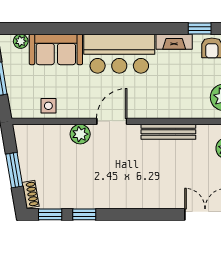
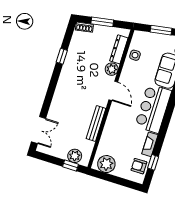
dresser: (47, 133) -> (119, 49), added
window: (50, 214) -> (68, 35), removed

